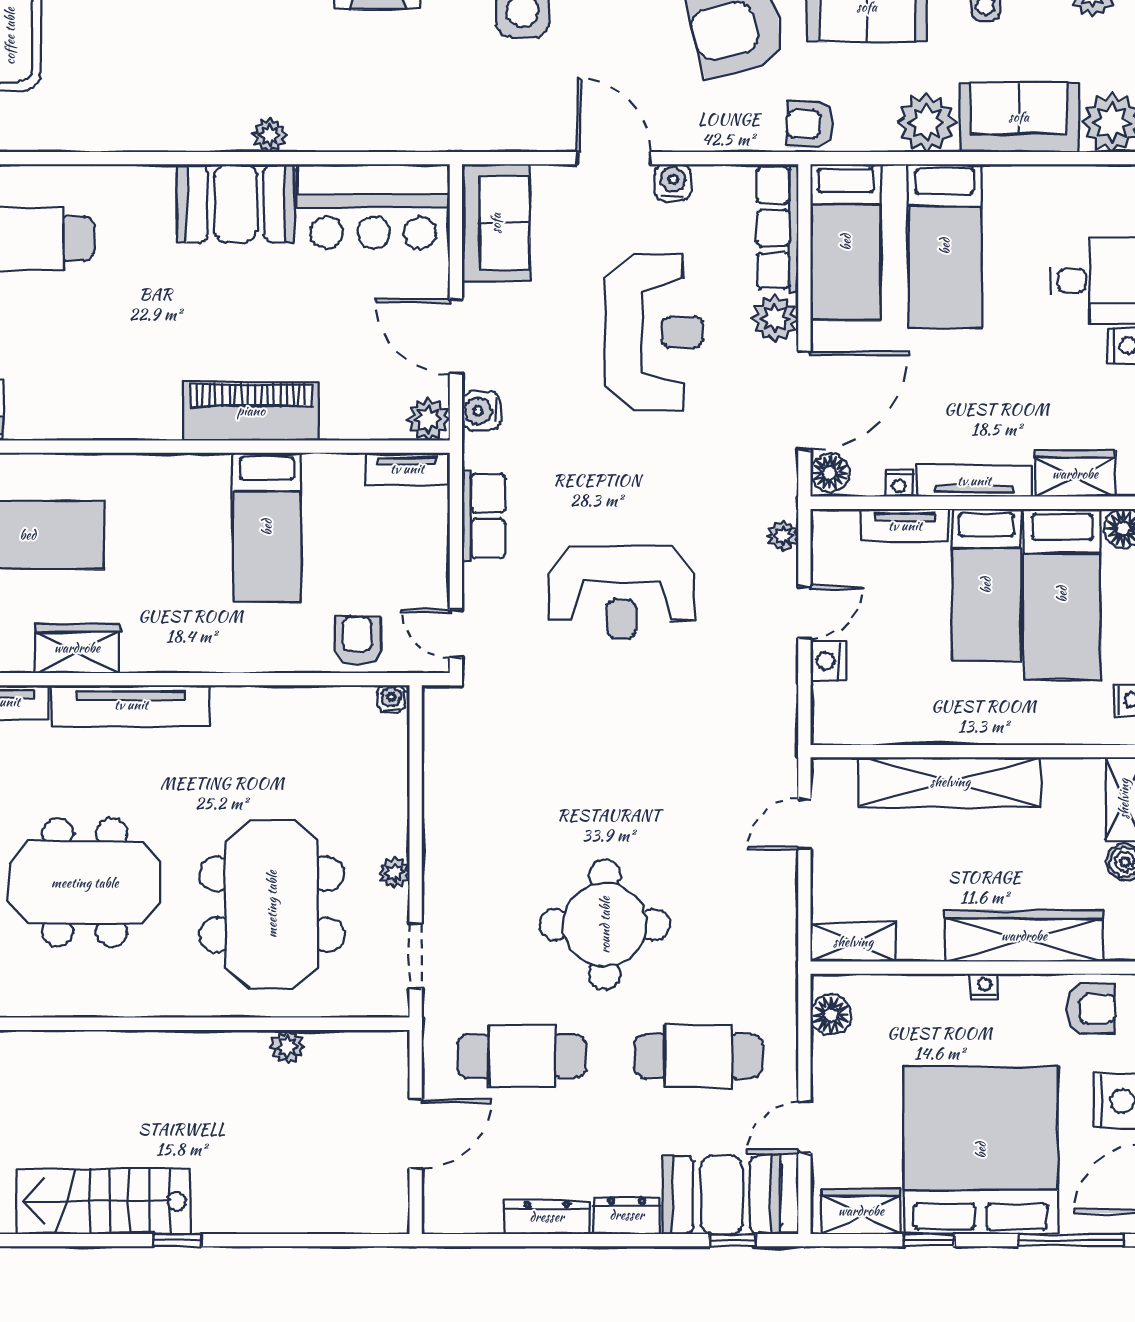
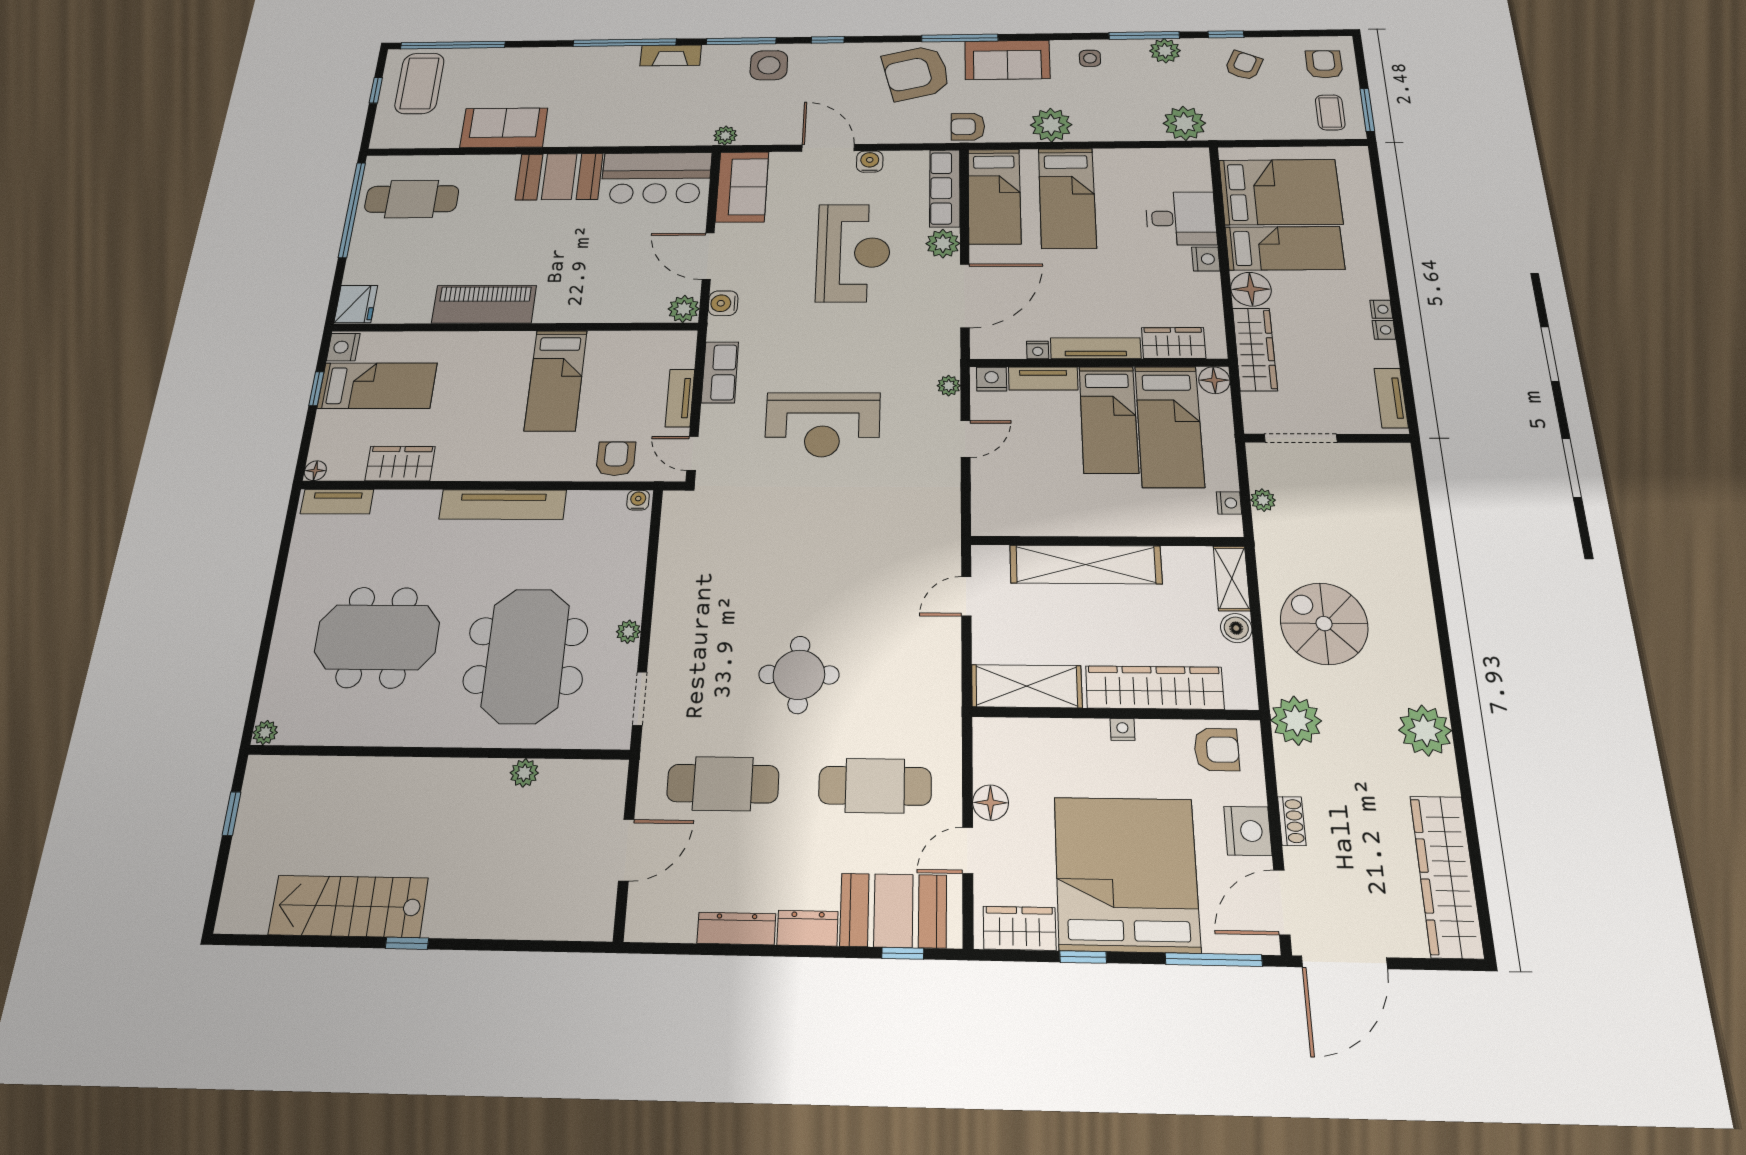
sofa: (1019, 117) -> (504, 128), moved
plant: (270, 135) -> (725, 136), moved
piano: (251, 411) -> (484, 304), moved
tv unit: (407, 469) -> (680, 398), moved, turned 90
floor lamp: (830, 473) -> (984, 343), removed
nightstand: (828, 661) -> (992, 379), moved, turned 90
tv unit: (131, 705) -> (503, 505), moved
round table: (605, 925) -> (799, 675), width x0.73, depth x0.73
shelving: (853, 942) -> (1027, 686), width x1.50, depth x1.33
floor lamp: (831, 1015) -> (991, 803), moved

